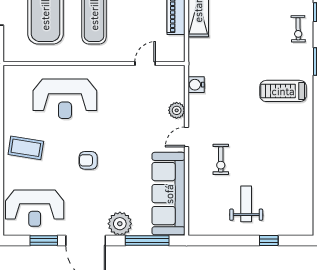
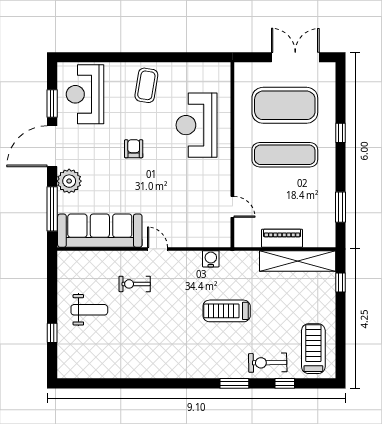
exercise bike: (298, 29) -> (268, 363), width x1.38, depth x1.39
treadmill: (283, 91) -> (227, 311), moved, turned -90
plant: (177, 110) -> (185, 239), removed

